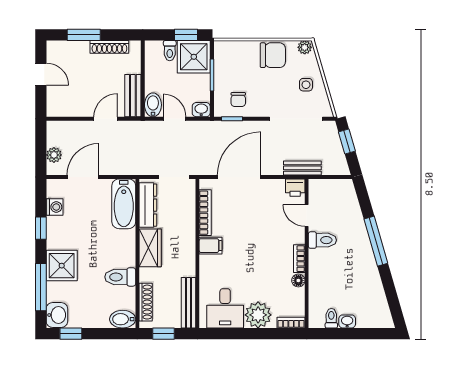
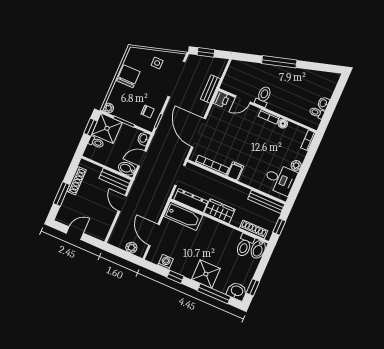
plant: (305, 47) -> (108, 108), moved
toilet: (120, 277) -> (245, 245), moved
plant: (258, 315) -> (296, 165), width x0.53, depth x0.53

